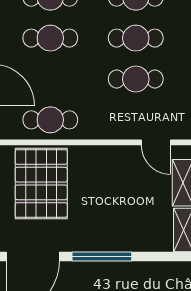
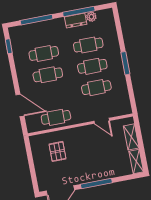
door: (156, 142) -> (102, 121), moved
pallet: (41, 184) -> (57, 151), width x0.49, depth x0.50

